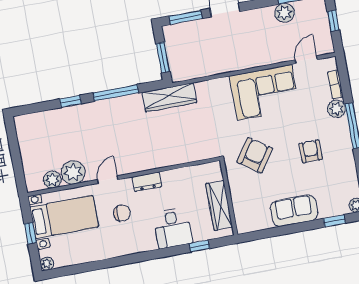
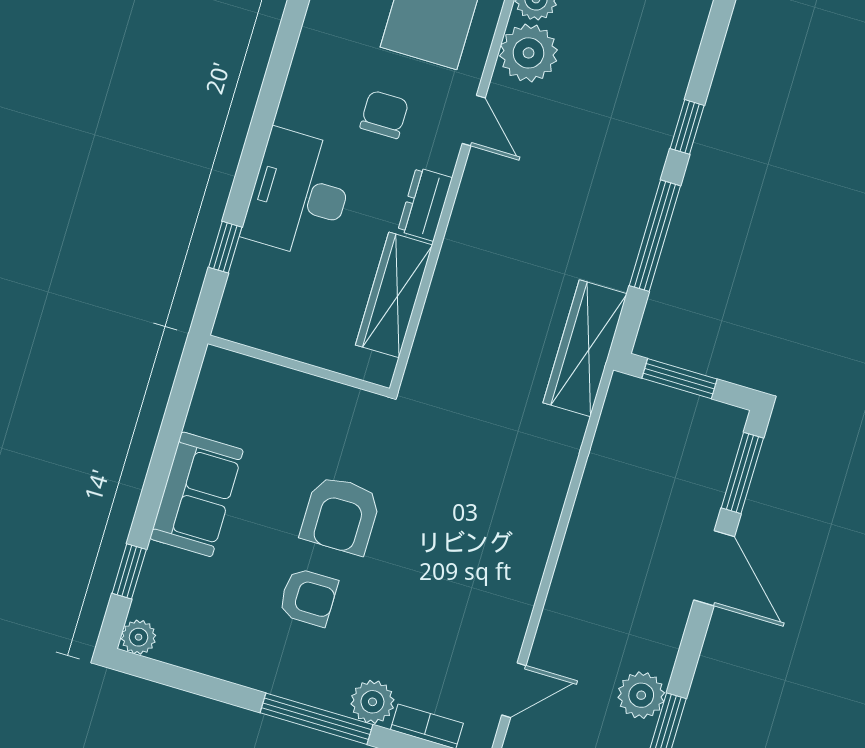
door: (306, 60) -> (514, 690), hinge flipped
corner sofa: (264, 92) -> (489, 562), removed
armchair: (255, 155) -> (340, 515), moved, turned 55
wardrobe: (219, 206) -> (394, 295), moved, turned -90
chair: (122, 213) -> (384, 114), turned 180
desk: (173, 228) -> (299, 194), width x1.37

